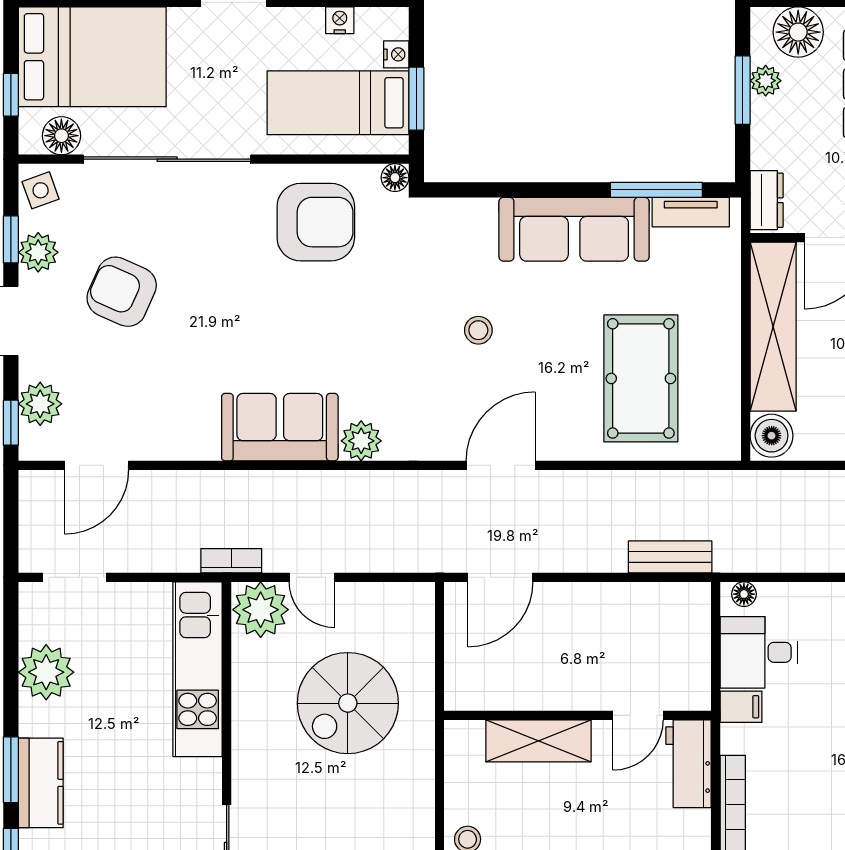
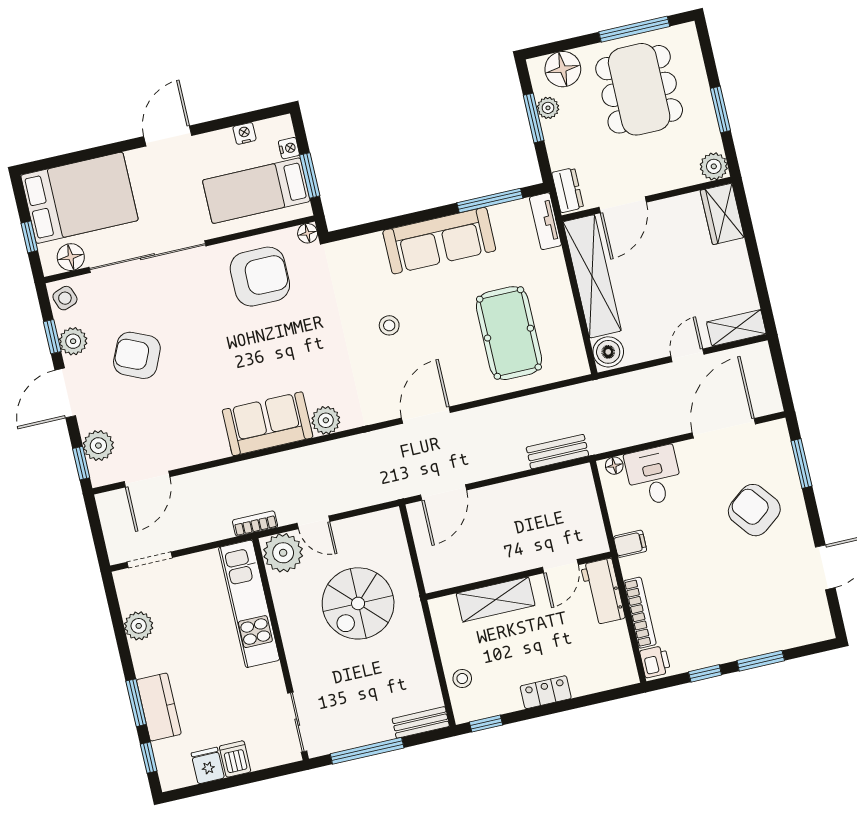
tv unit: (691, 212) -> (545, 221), moved, turned 90
desk: (759, 652) -> (654, 476), moved, turned 90
plant: (46, 672) -> (139, 626), width x0.73, depth x0.73

